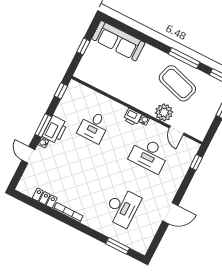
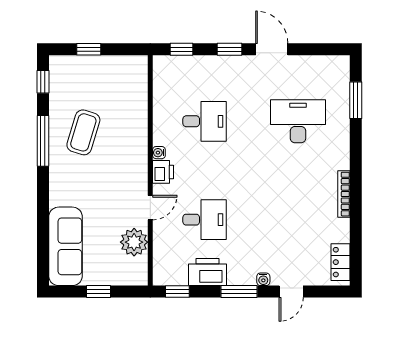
coffee table: (177, 83) -> (83, 132), width x0.73, depth x0.76
plant: (164, 112) -> (134, 242), moved
printer: (55, 130) -> (208, 272), moved
door: (177, 130) -> (150, 208), moved
desk: (149, 155) -> (205, 121), width x0.73
window: (182, 189) -> (229, 49), added
locker: (45, 198) -> (340, 262), moved

